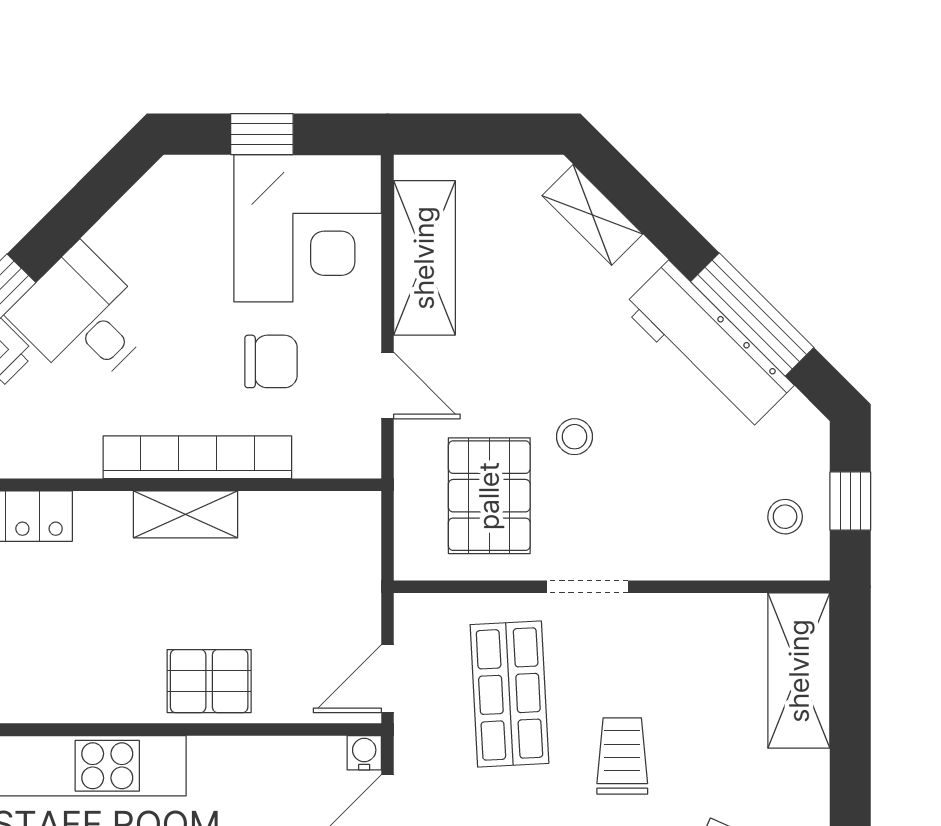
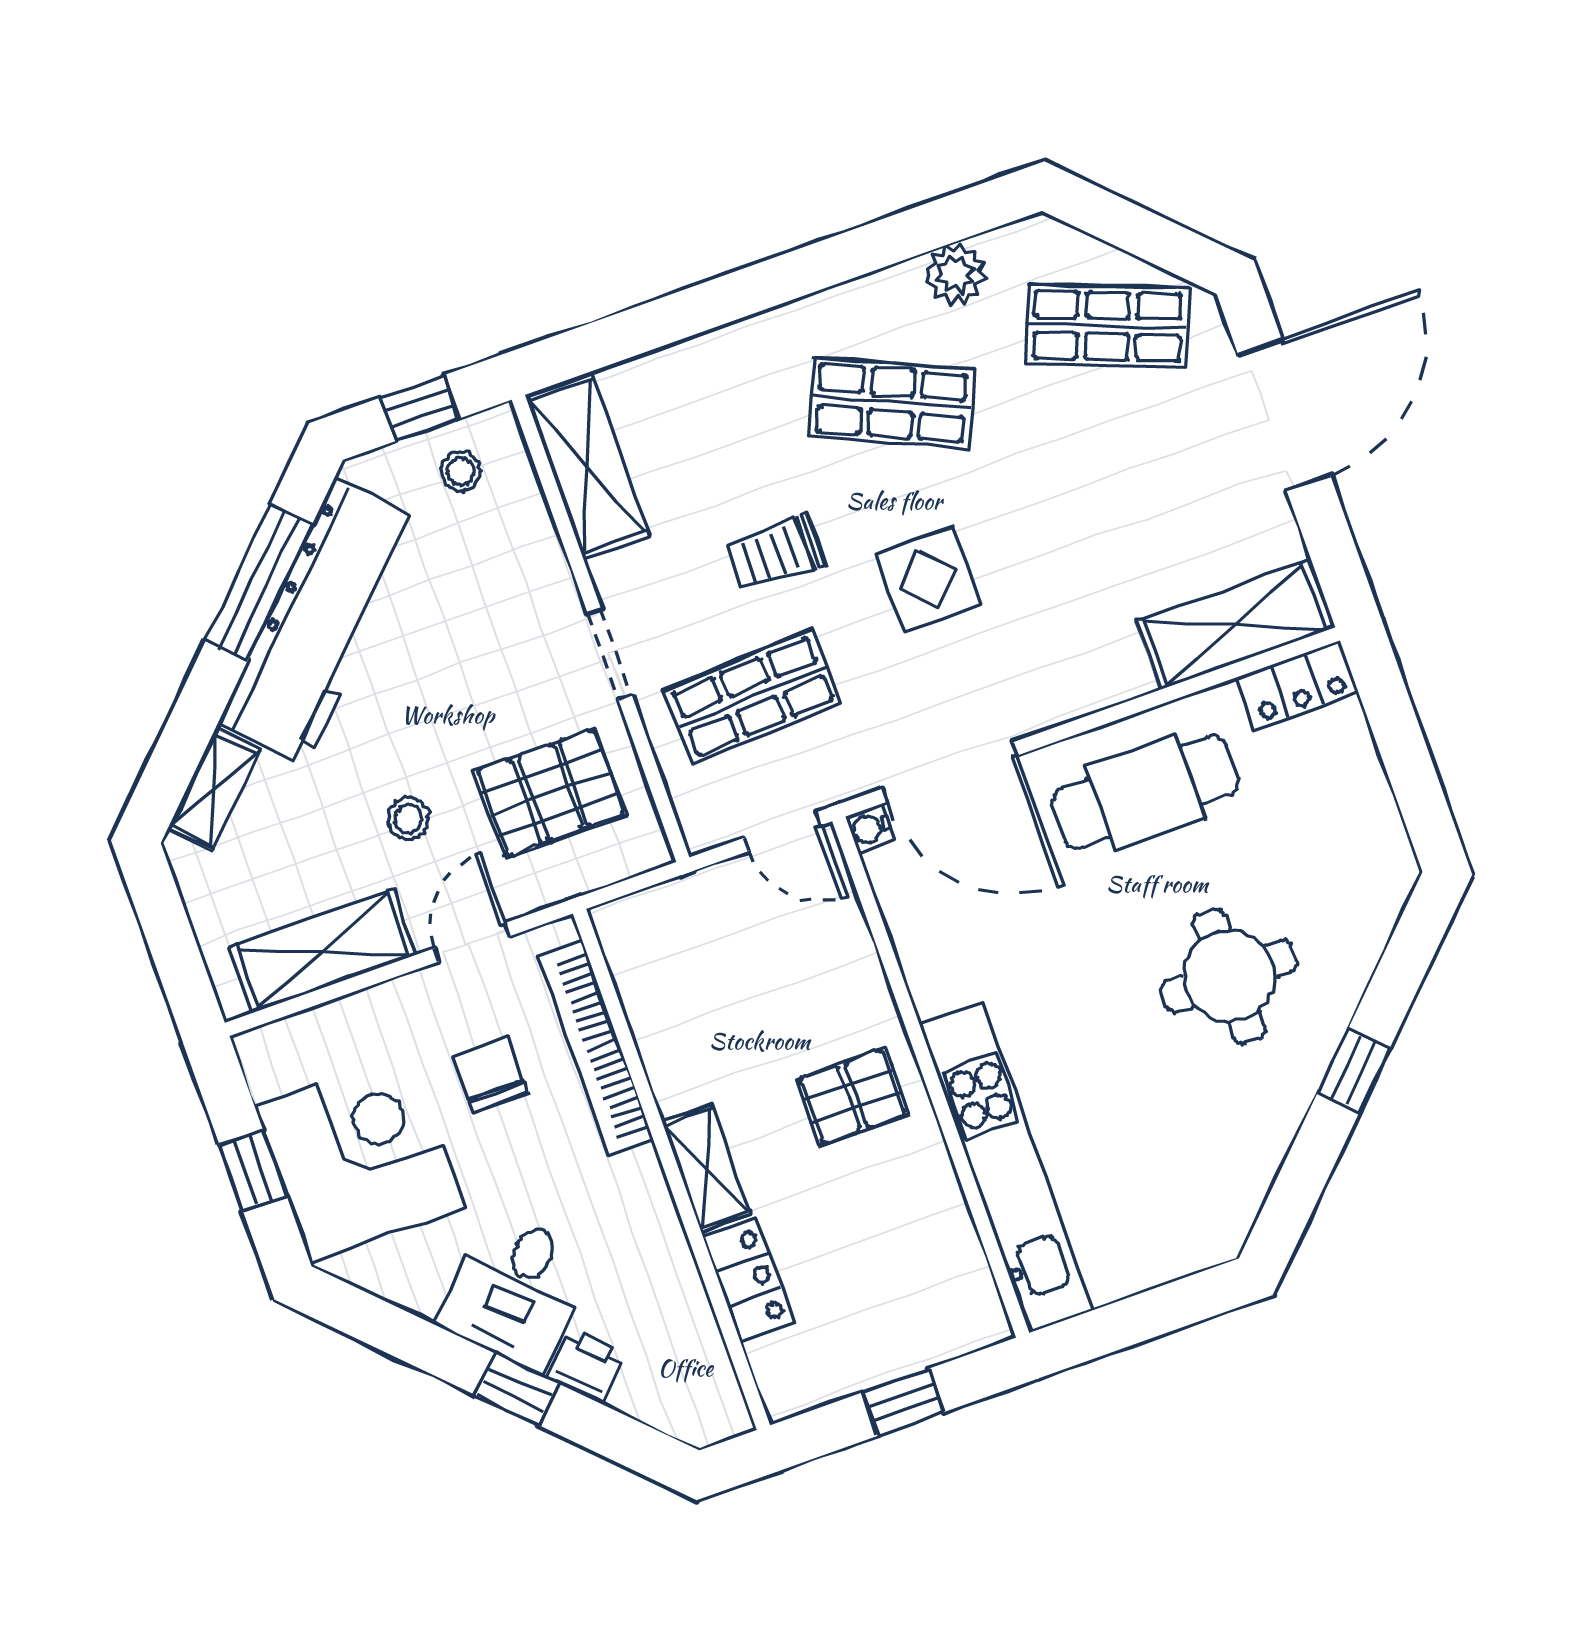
corner desk: (308, 228) -> (360, 1157), moved
workbench: (708, 346) -> (320, 623), width x1.36, depth x1.32
stool: (575, 437) -> (408, 819), moved
bookcase: (197, 457) -> (595, 1047), moved
shelving: (185, 514) -> (706, 1168), moved
shelving: (799, 671) -> (587, 466), moved, turned 90
pallet: (209, 681) -> (852, 1097), moved, turned 90

